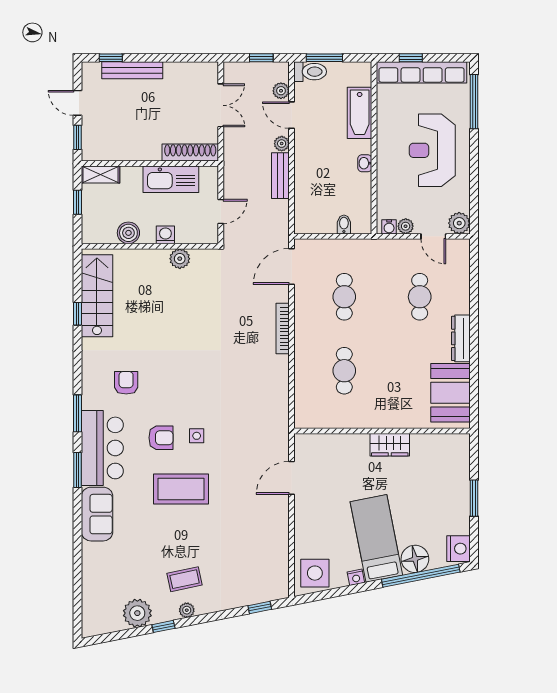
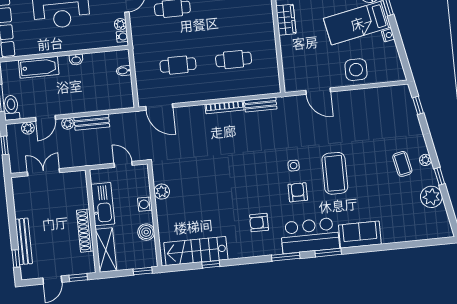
shoe rack: (190, 153) -> (85, 231), moved
shelving: (101, 175) -> (106, 250), width x1.50, depth x1.33
window: (78, 202) -> (143, 271), moved
bookcase: (283, 328) -> (225, 107), moved
bench: (281, 400) -> (261, 105), added
side table: (315, 573) -> (356, 70), moved

